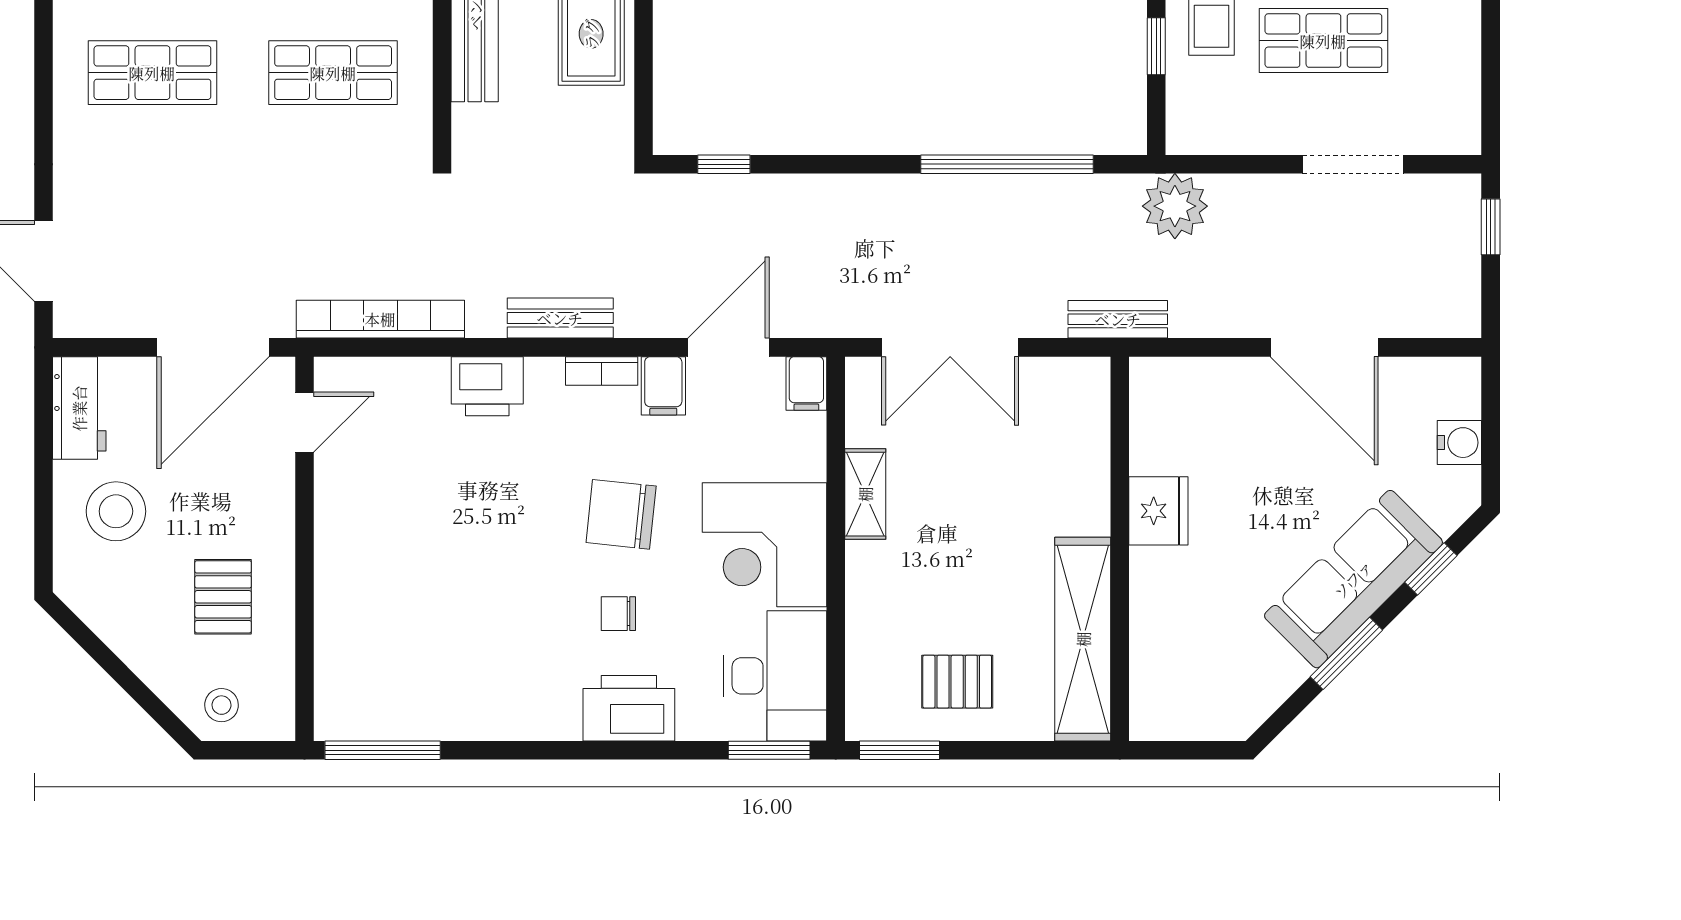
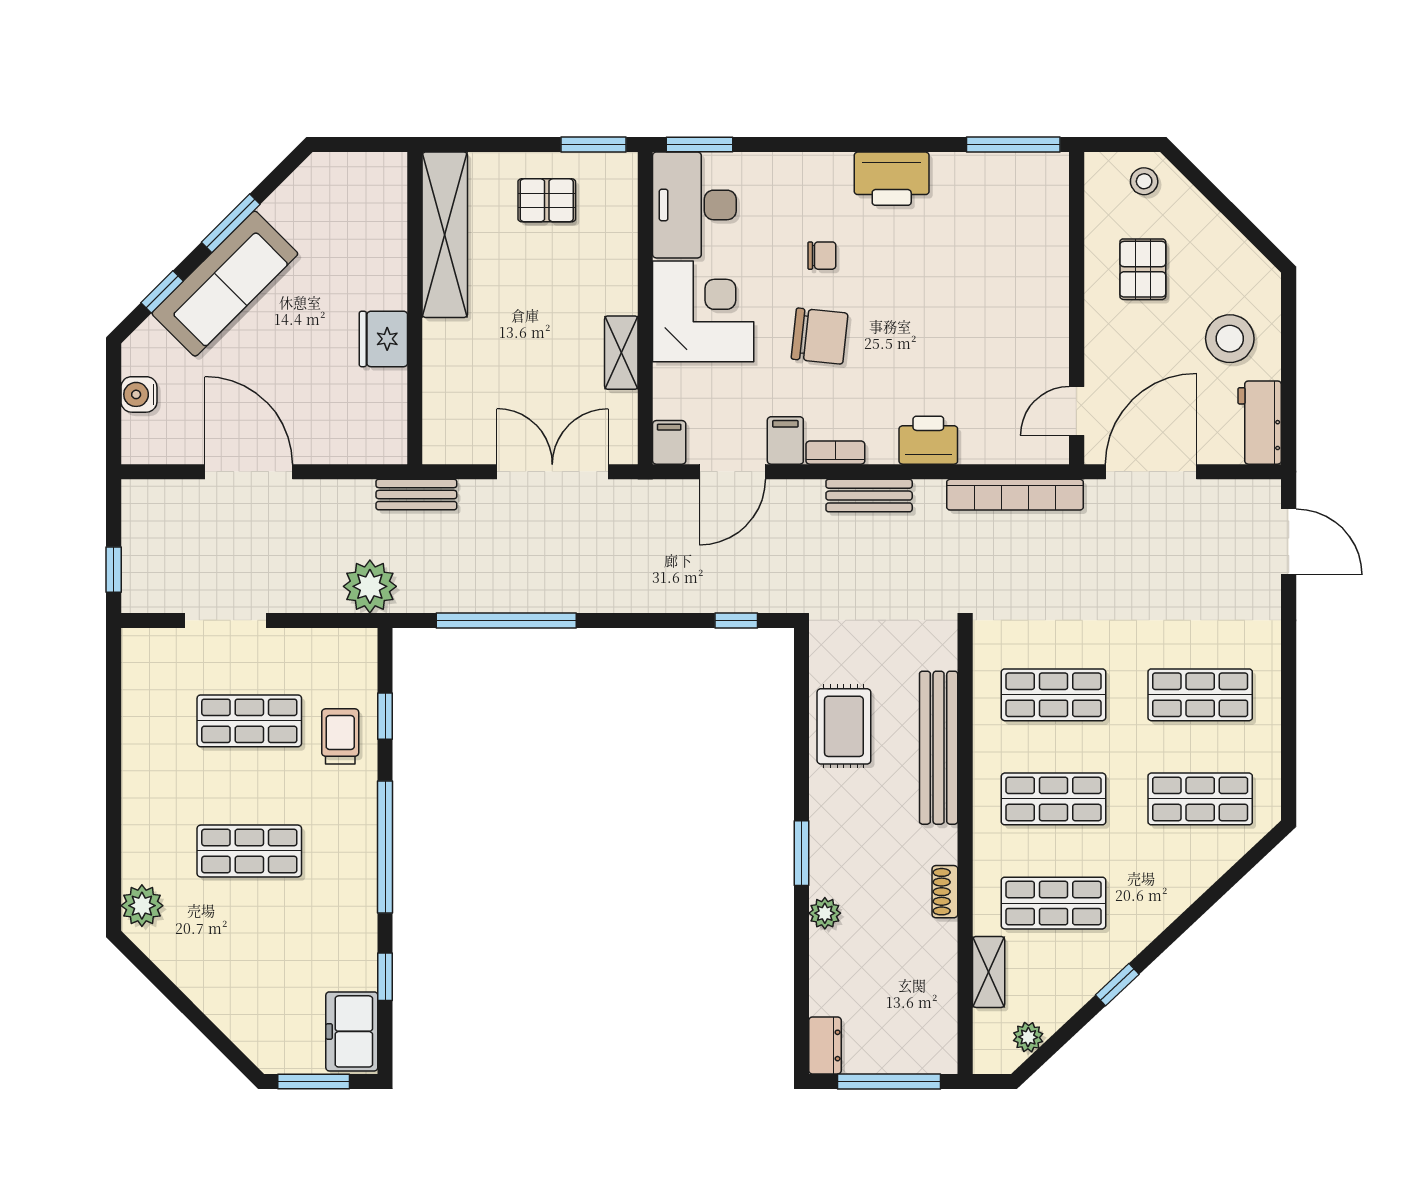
printer: (629, 708) -> (892, 179), moved

